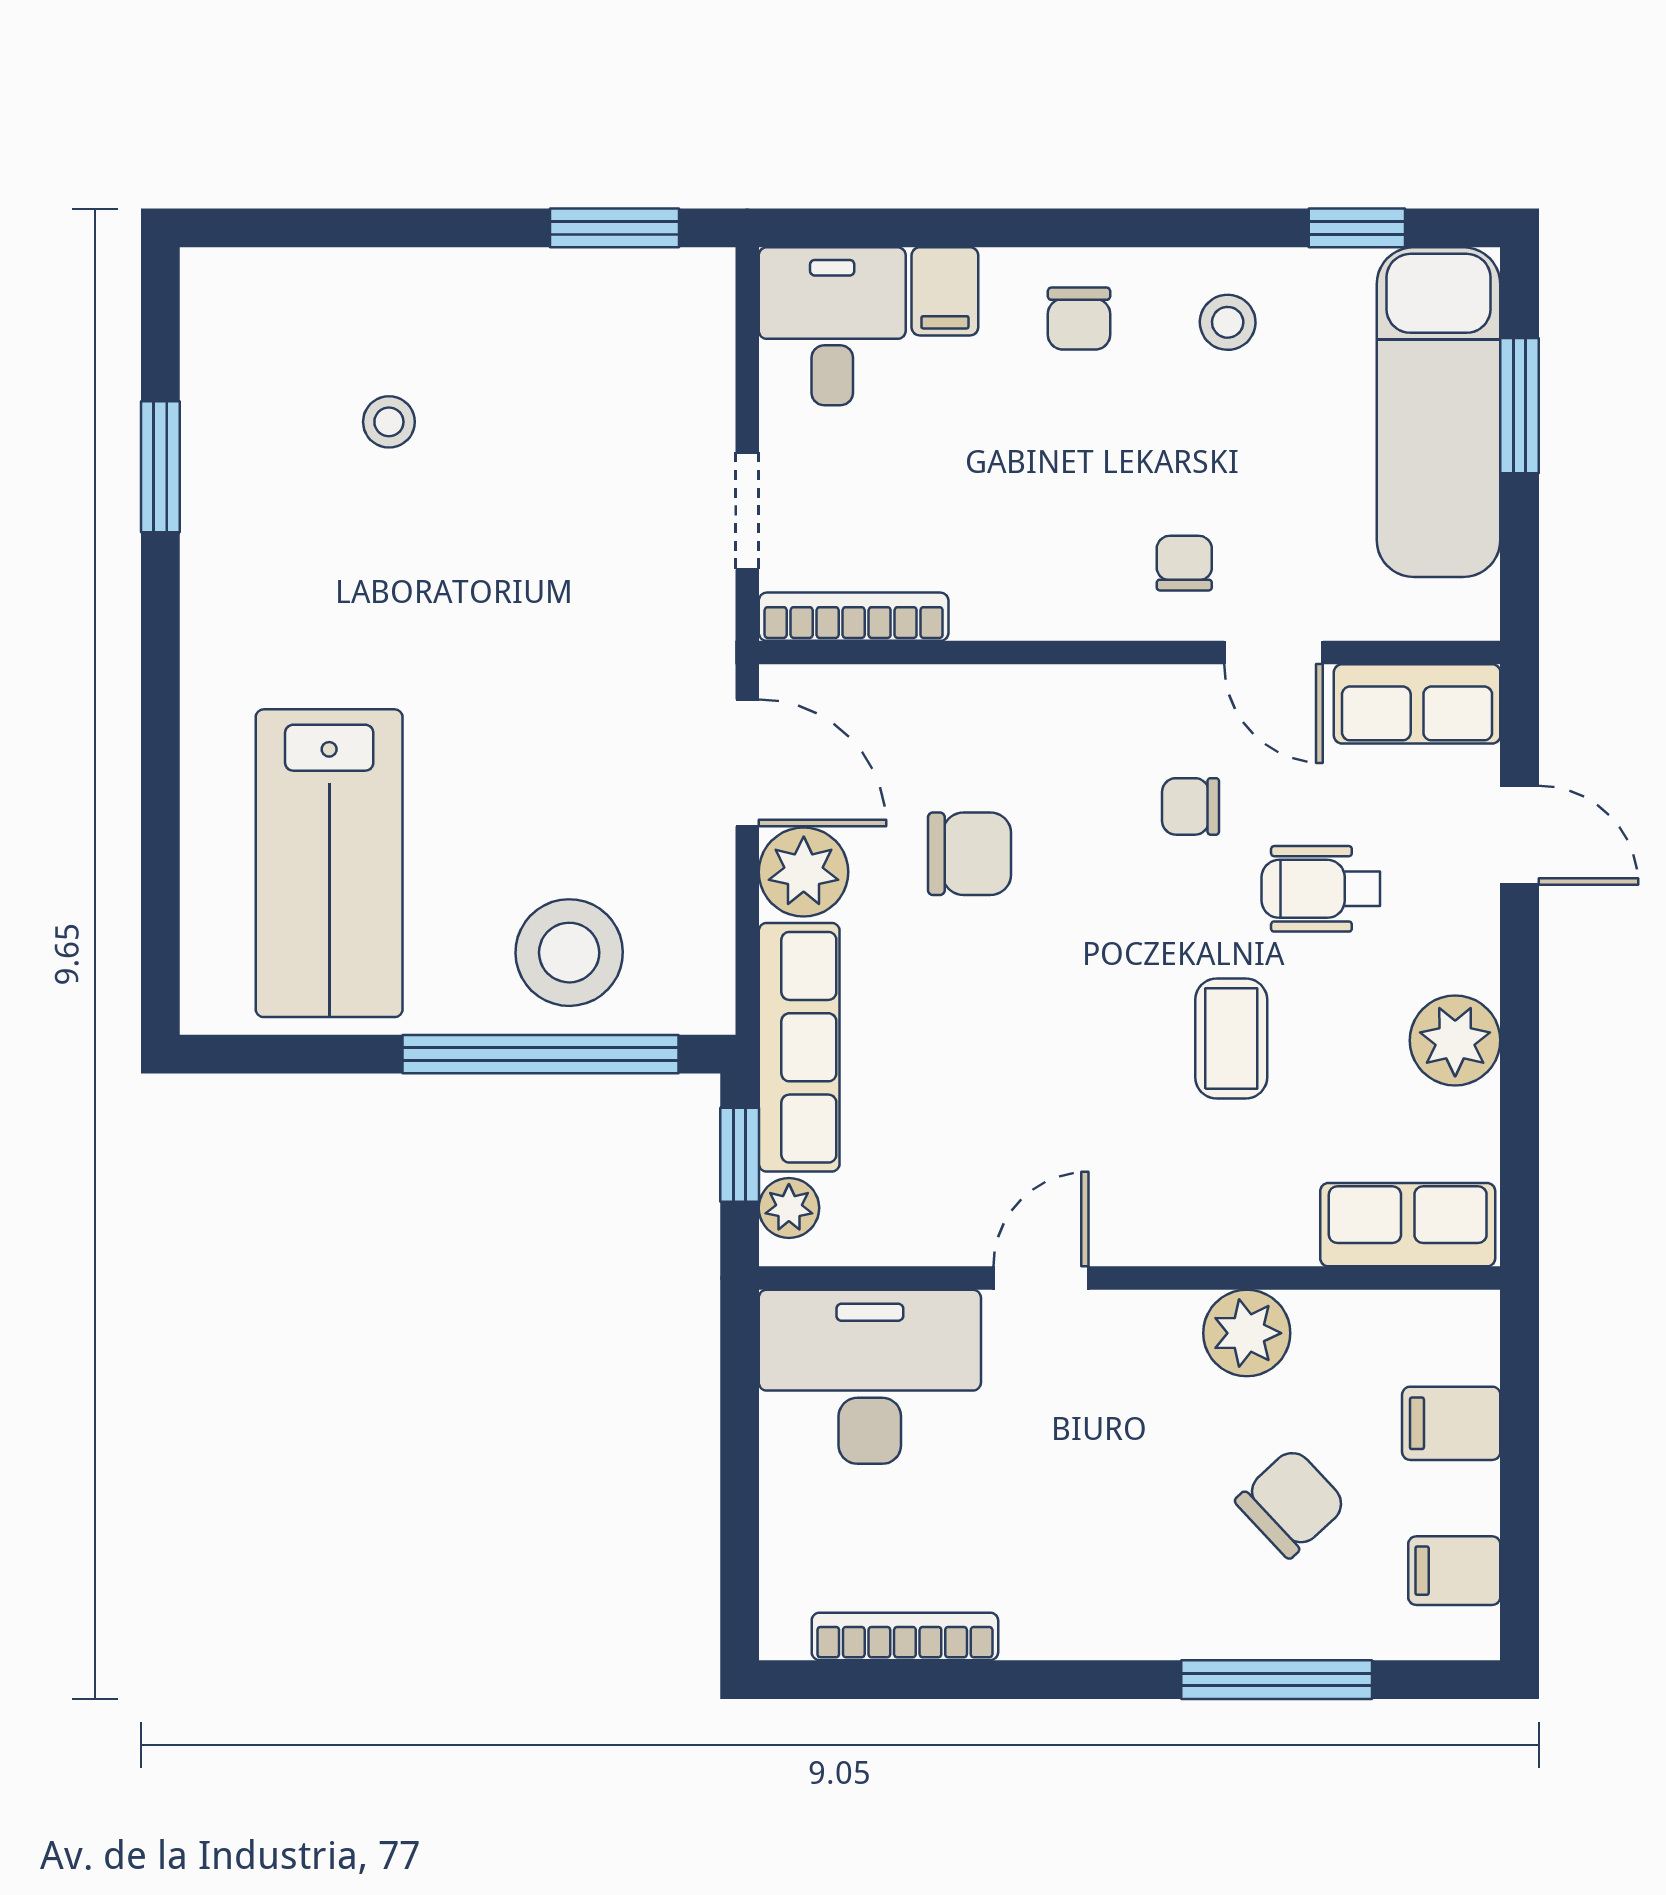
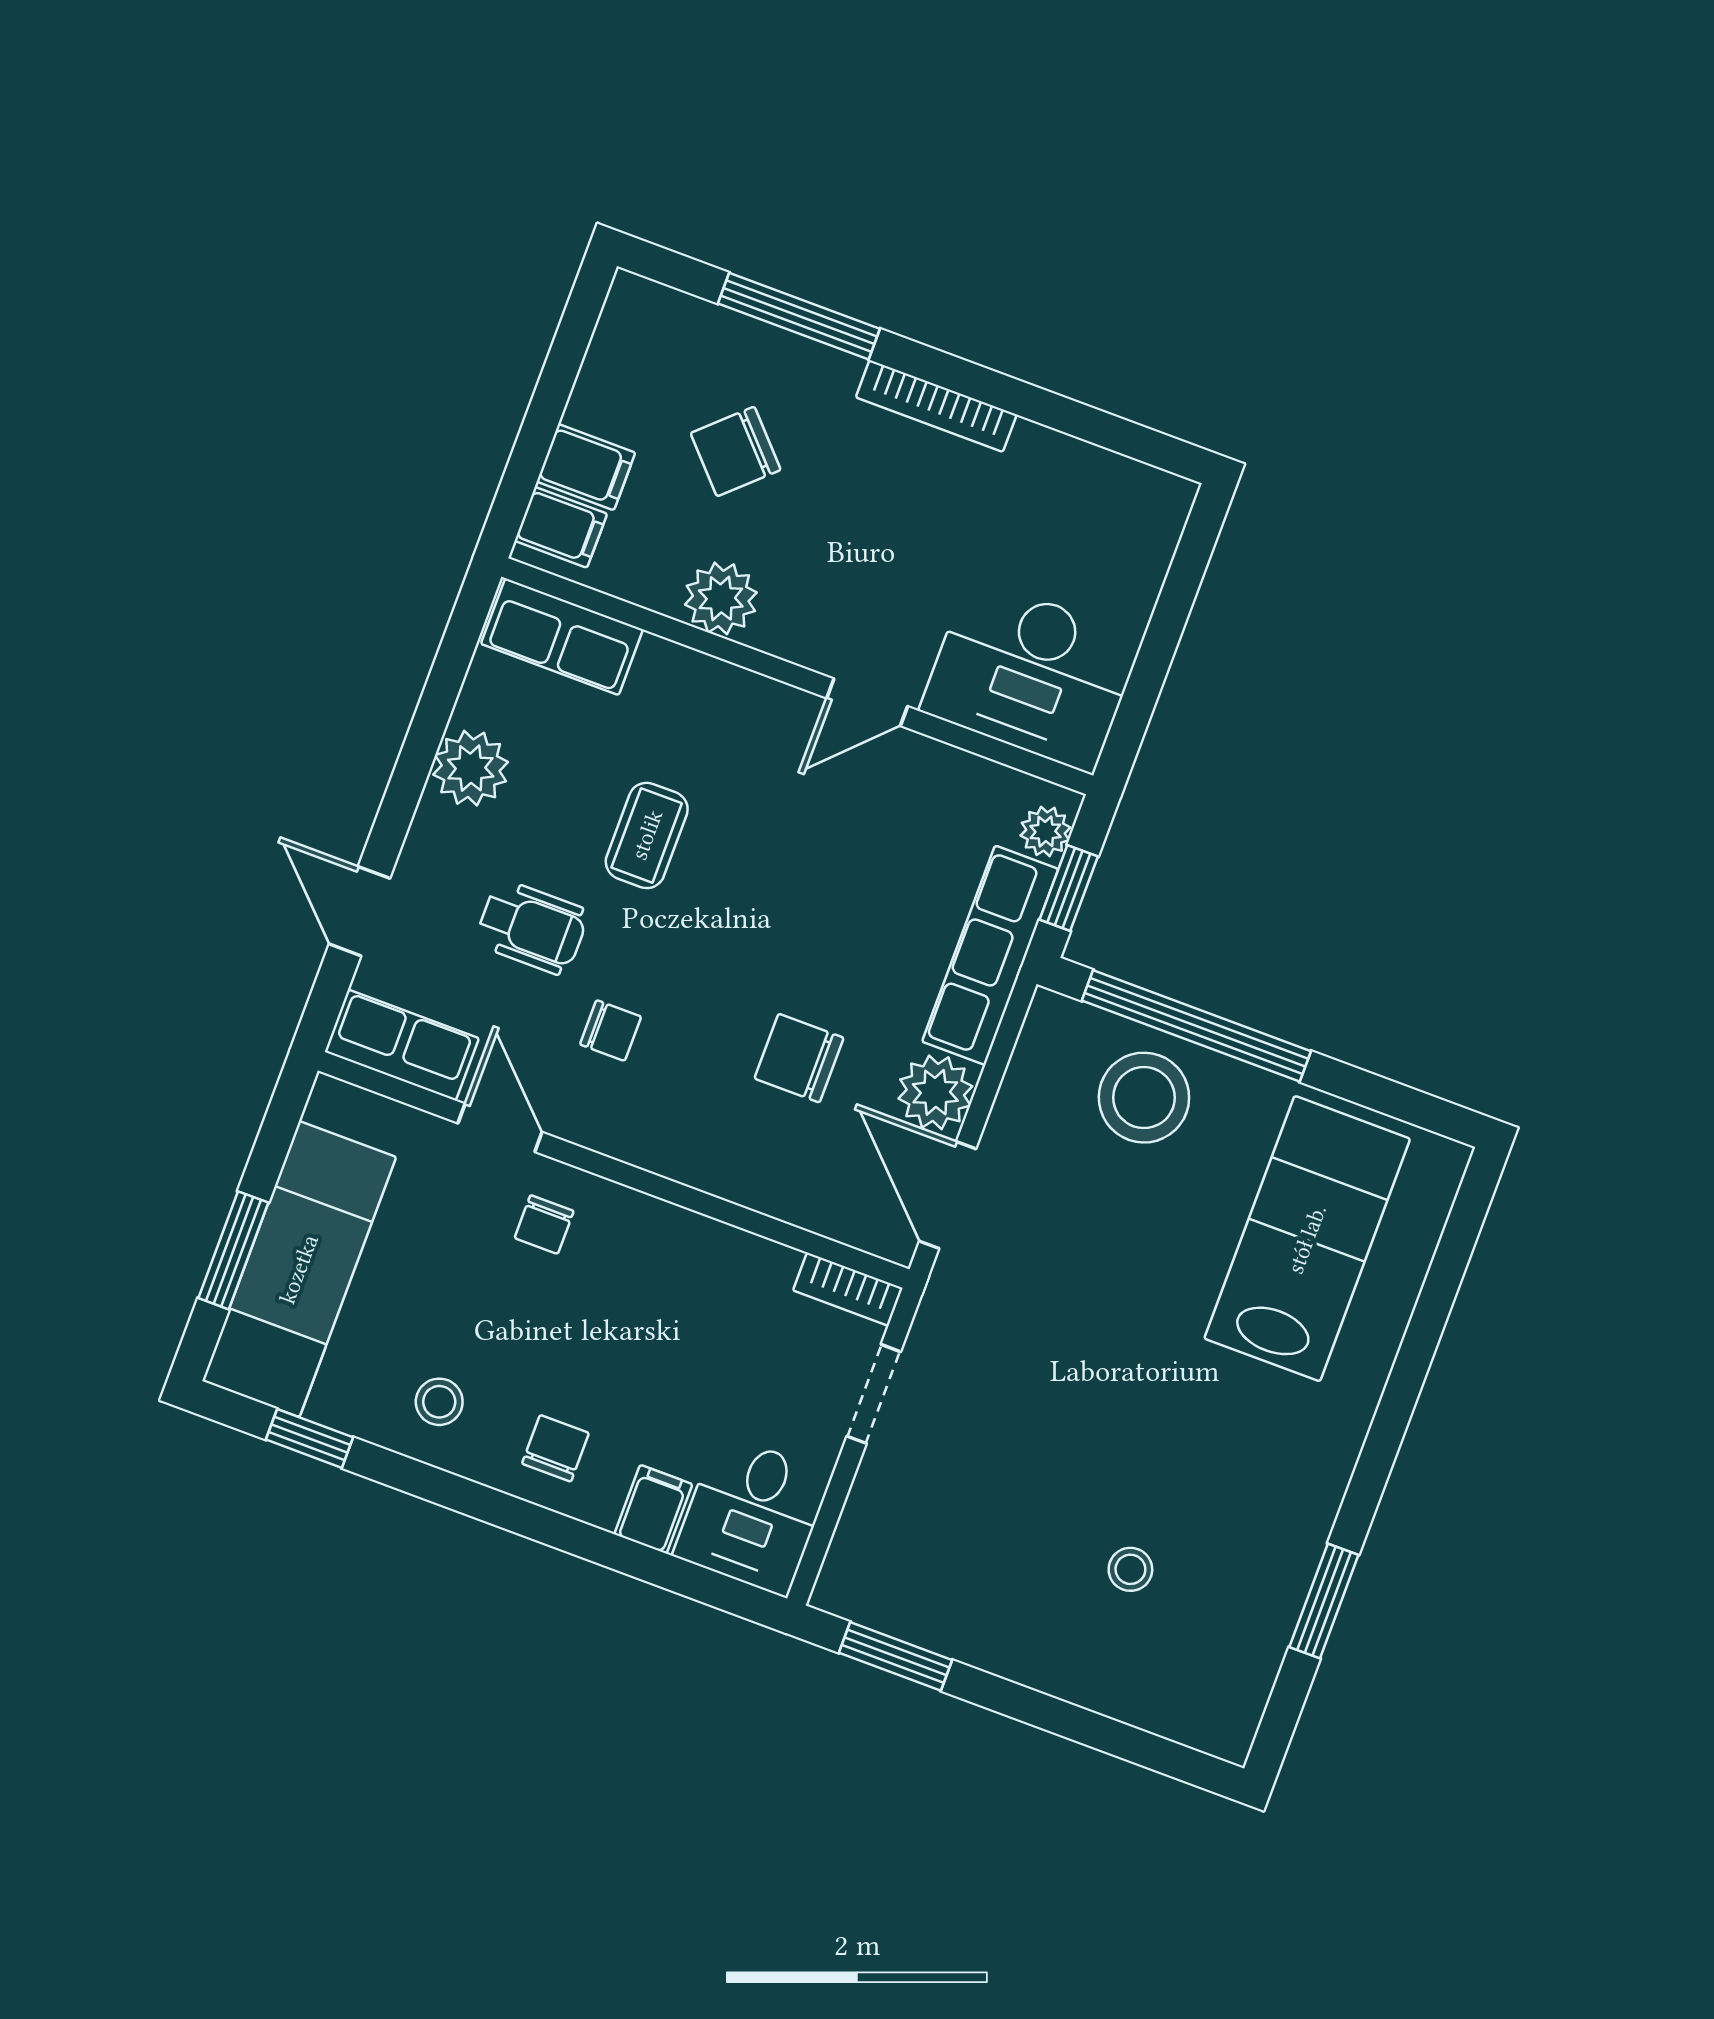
bookcase: (854, 617) -> (848, 1289), width x0.64
filing cabinet: (1454, 1571) -> (561, 527), moved
bookcase: (905, 1636) -> (936, 406), moved

